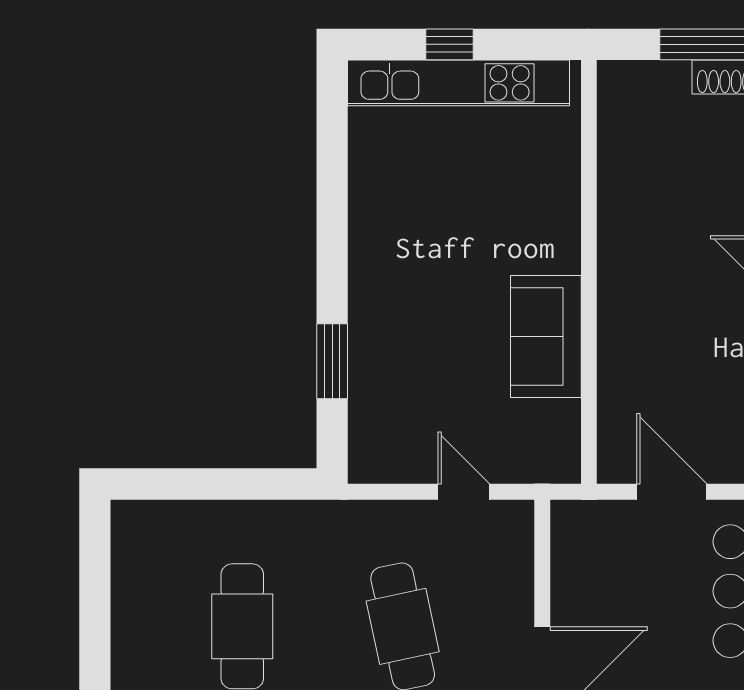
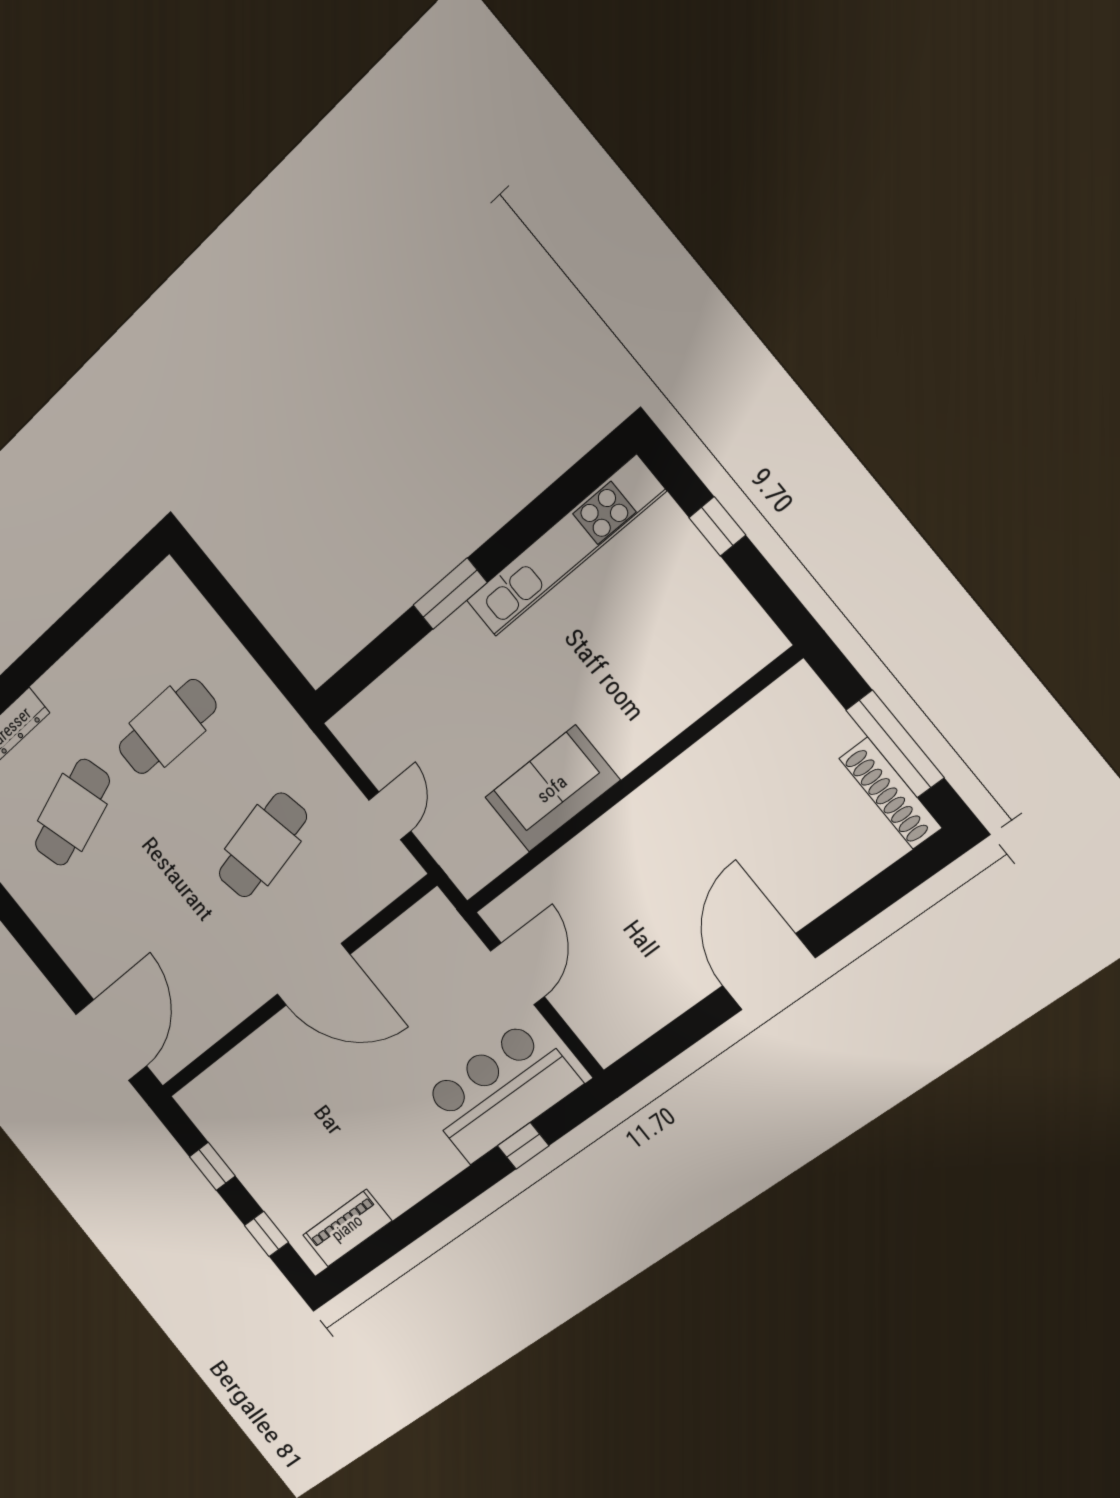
kitchen unit: (459, 83) -> (565, 547), moved, turned -90
window: (332, 361) -> (450, 594), moved

